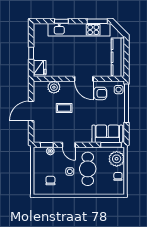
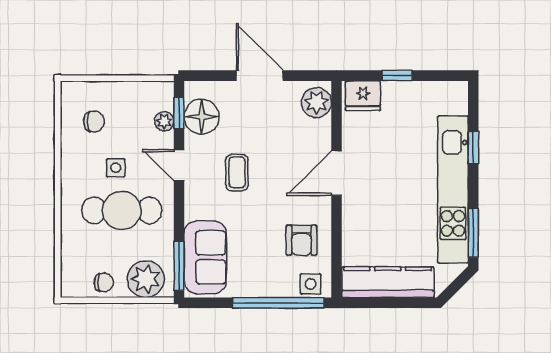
door: (84, 79) -> (336, 173), moved
plant: (54, 87) -> (316, 102), moved
coffee table: (64, 108) -> (237, 172), moved
floor lamp: (48, 135) -> (202, 117), added
door: (69, 145) -> (179, 165), hinge flipped

